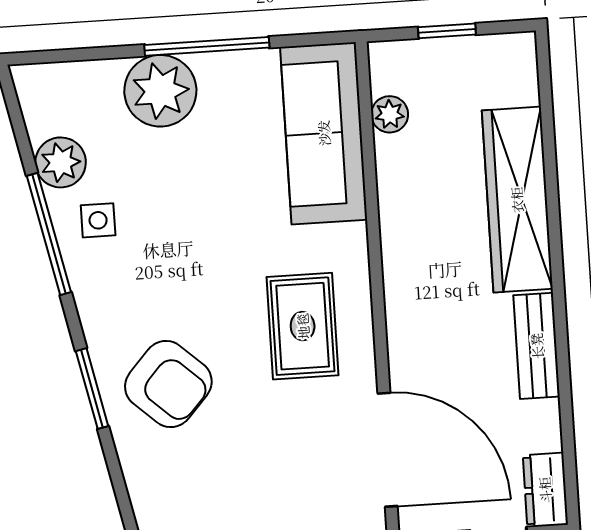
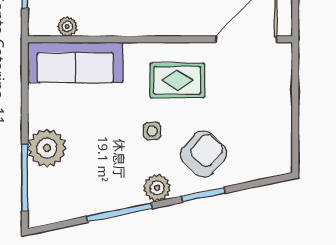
window: (207, 46) -> (25, 178), moved
plant: (61, 162) -> (157, 188), moved
side table: (98, 220) -> (152, 131), moved

